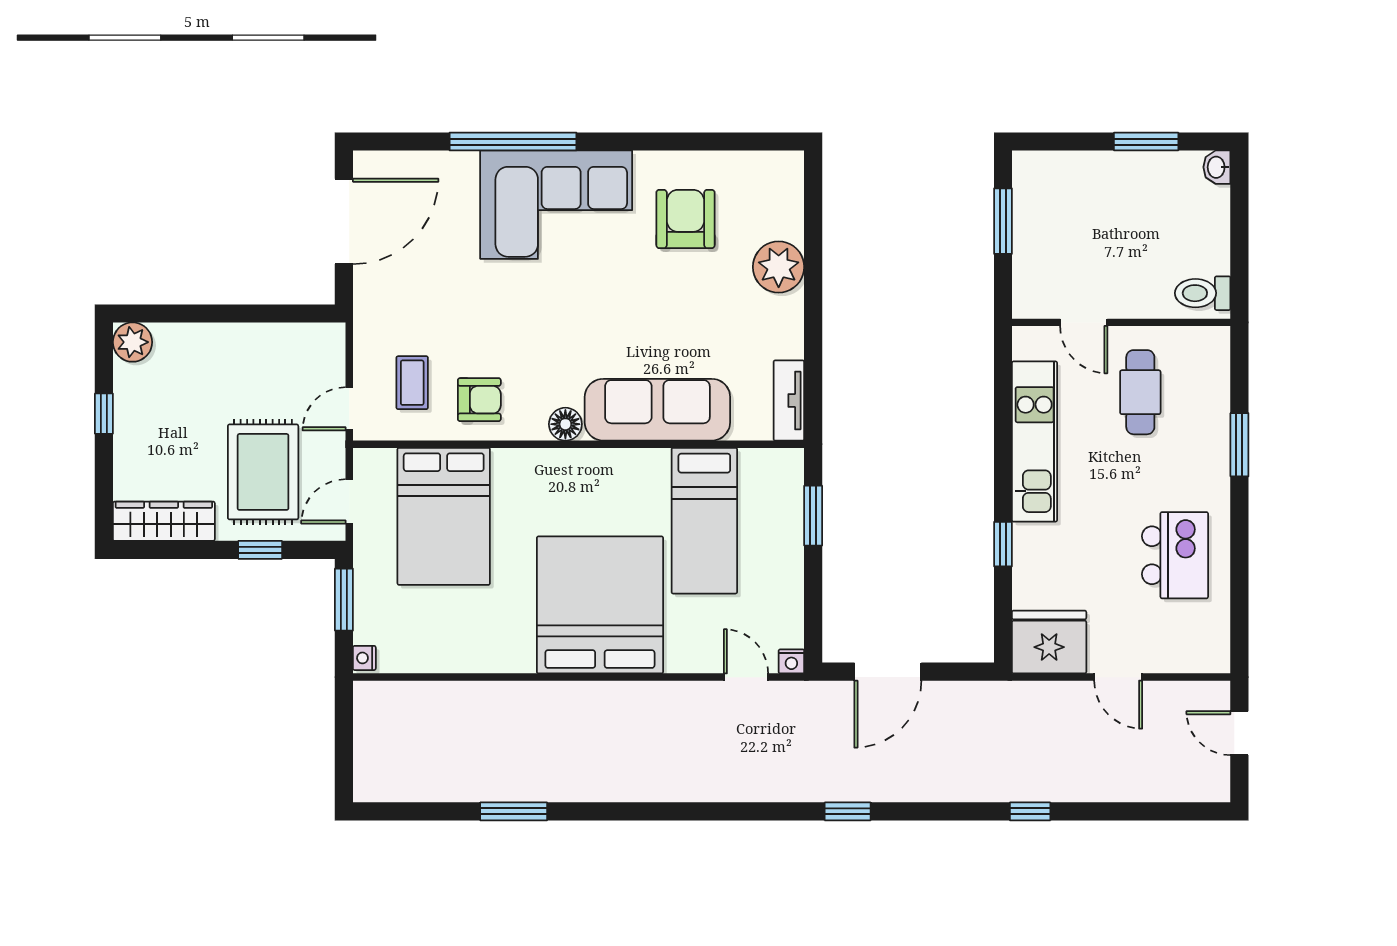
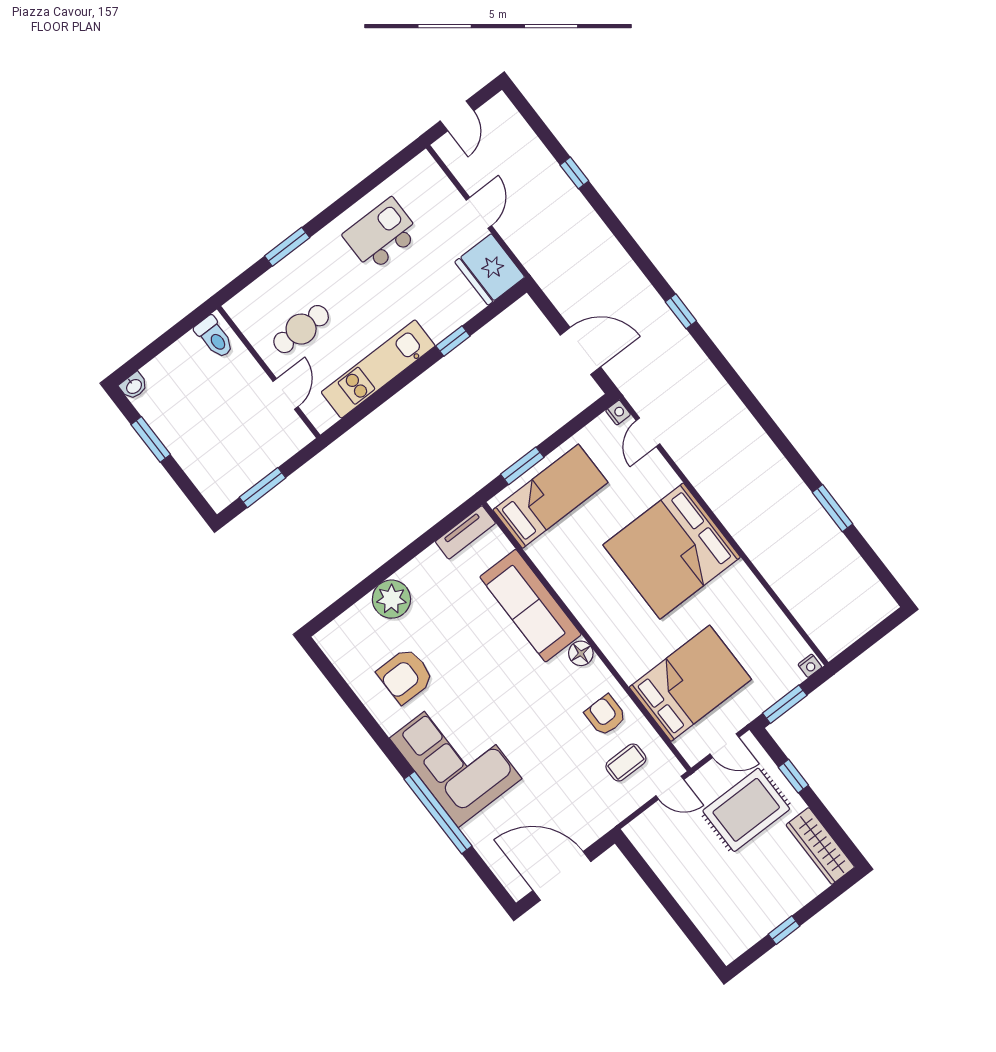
plant: (133, 342) -> (729, 946), removed
bed: (704, 521) -> (550, 496), moved
window: (1030, 811) -> (574, 173), moved

